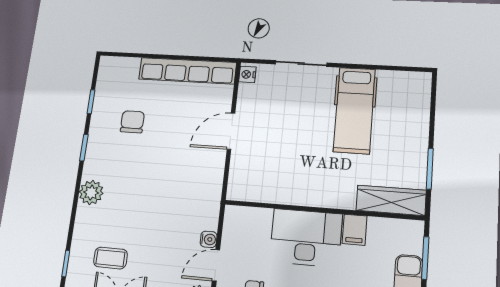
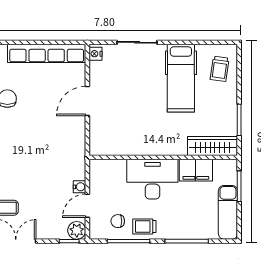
trolley: (407, 102) -> (220, 69), added
filing cabinet: (355, 230) -> (196, 170), width x2.00

